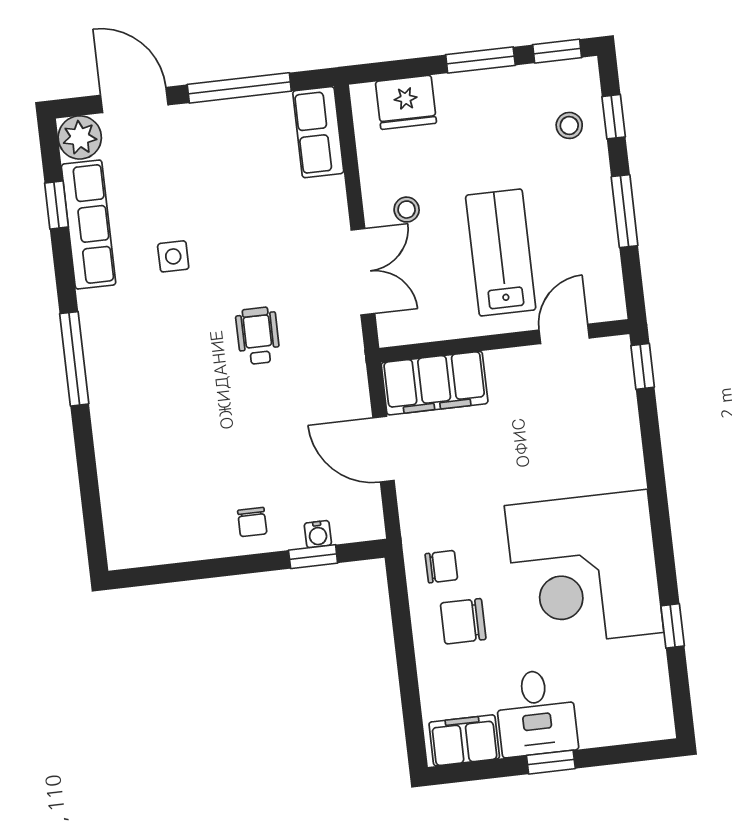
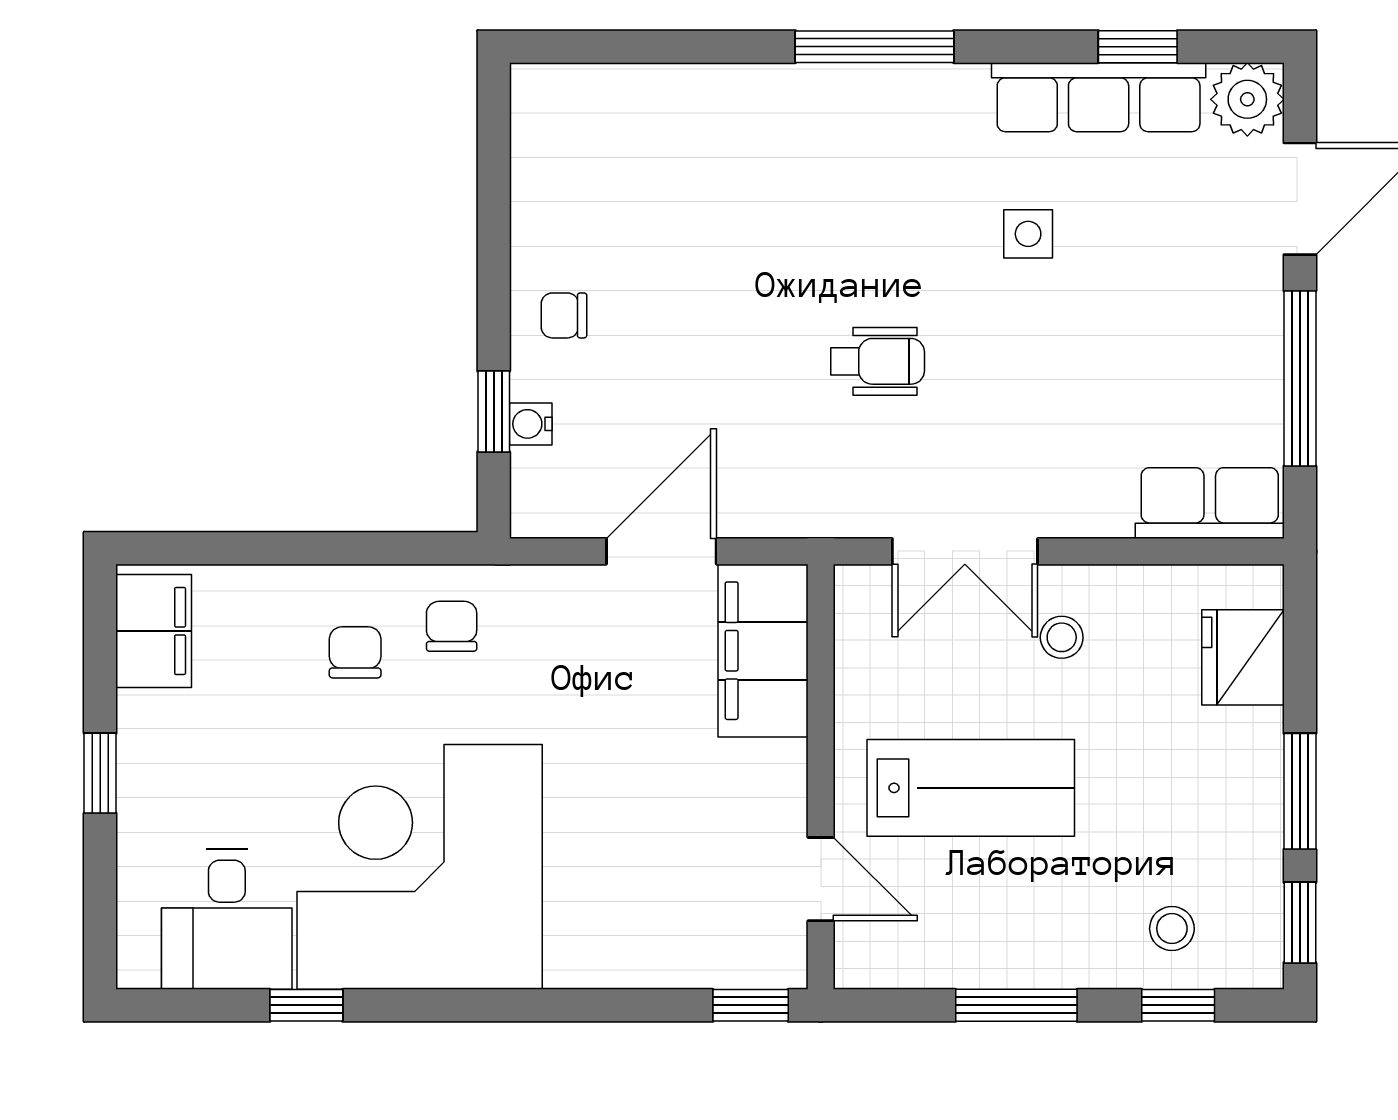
chair: (441, 567) -> (452, 626), turned 180
chair: (463, 621) -> (355, 652), width x0.73, depth x0.73
desk: (536, 713) -> (227, 919), moved, turned -90

